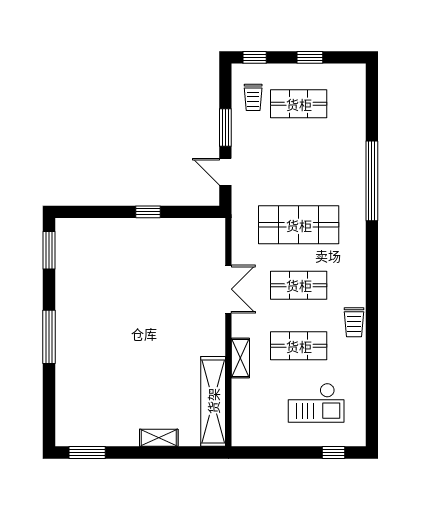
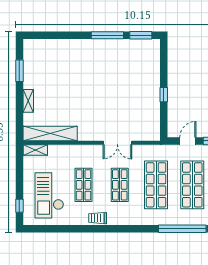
shop shelf: (299, 164) -> (192, 185), added
window: (49, 337) -> (107, 35), moved
shelving: (240, 358) -> (35, 150), moved
checkout: (316, 403) -> (49, 195), width x1.36, depth x1.21
window: (87, 452) -> (19, 71), moved

